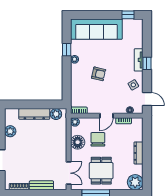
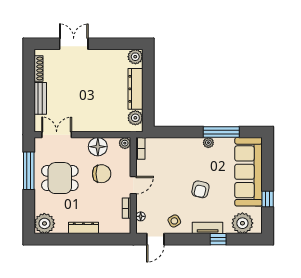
window: (128, 15) -> (268, 199), moved
plant: (135, 34) -> (242, 223), added
window: (67, 50) -> (221, 132), width x2.17
window: (147, 63) -> (218, 239), moved
armchair: (99, 74) -> (200, 189), moved
door: (106, 116) -> (133, 185), swing flipped
plant: (10, 131) -> (135, 57), moved
double door: (69, 173) -> (57, 135), swing flipped

